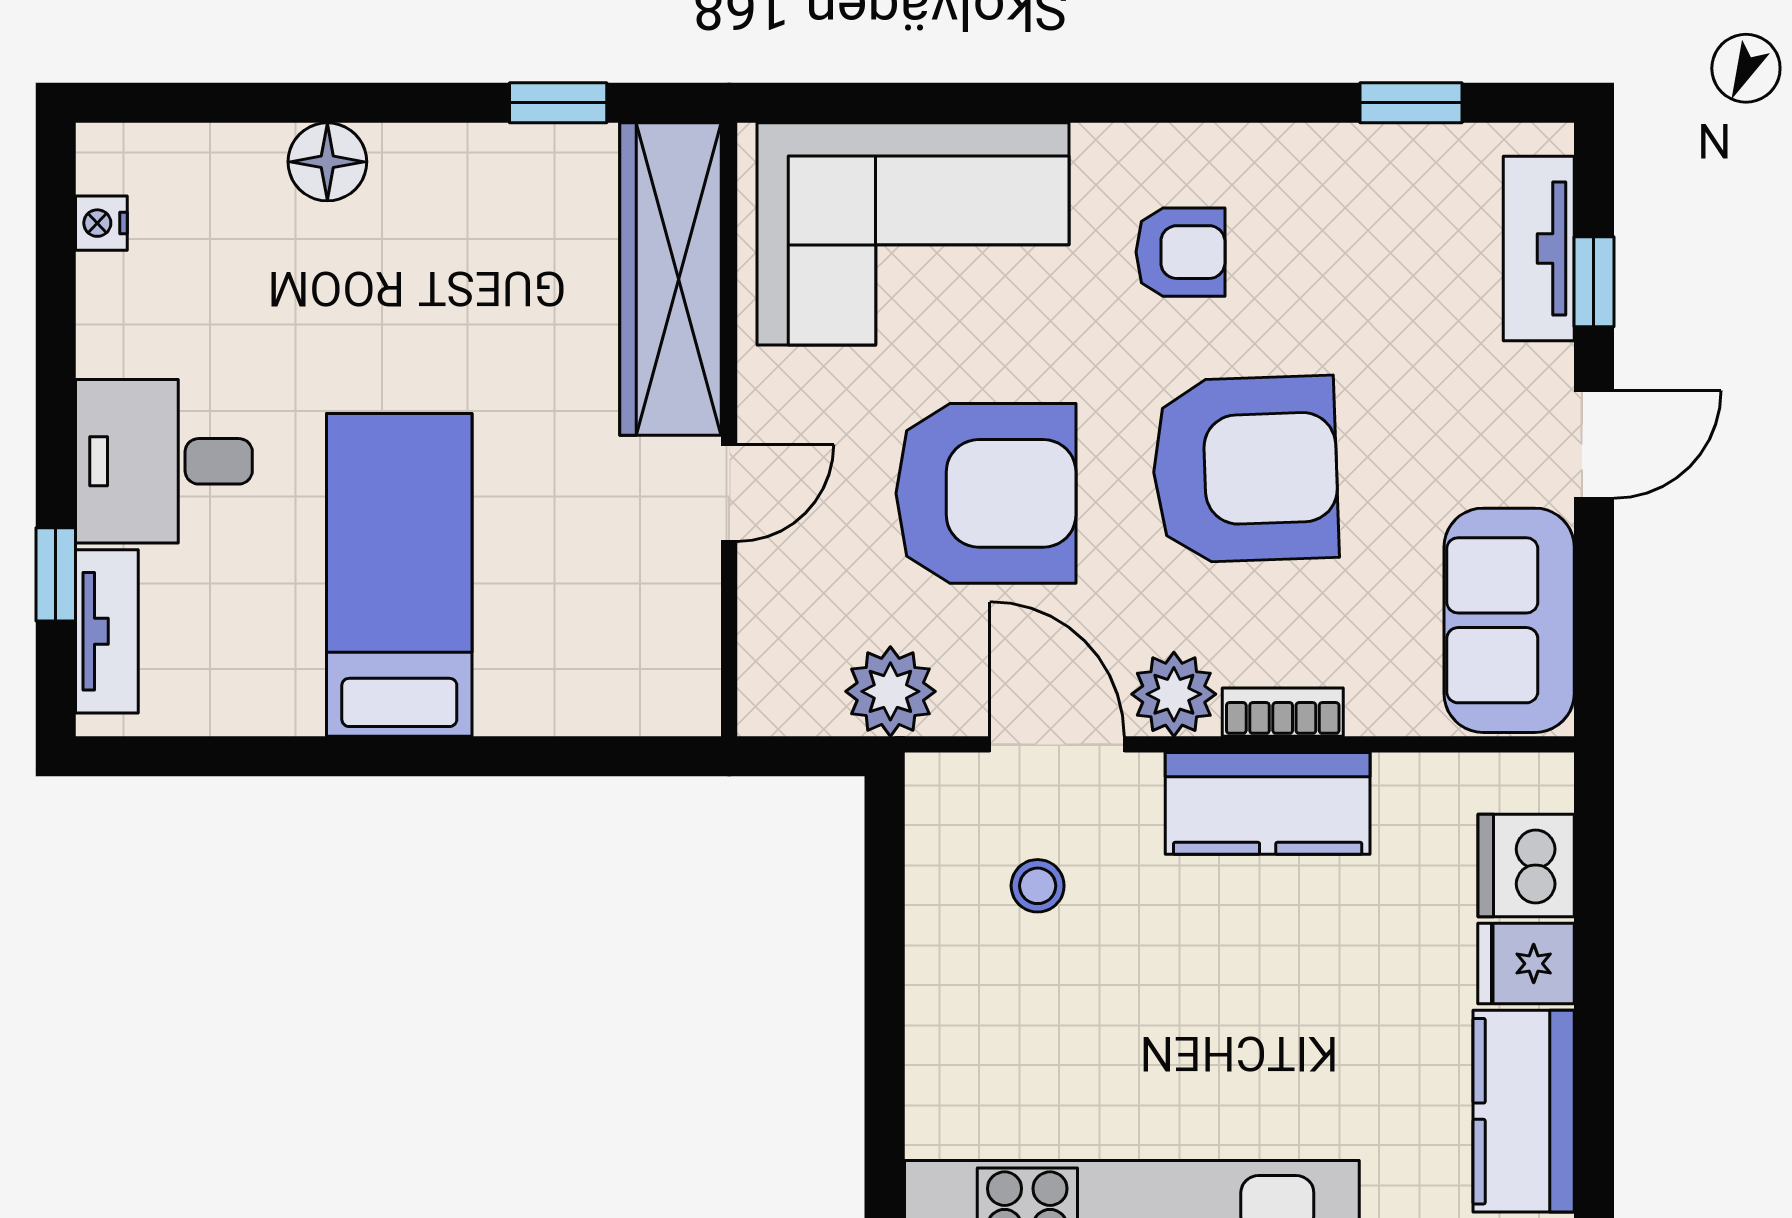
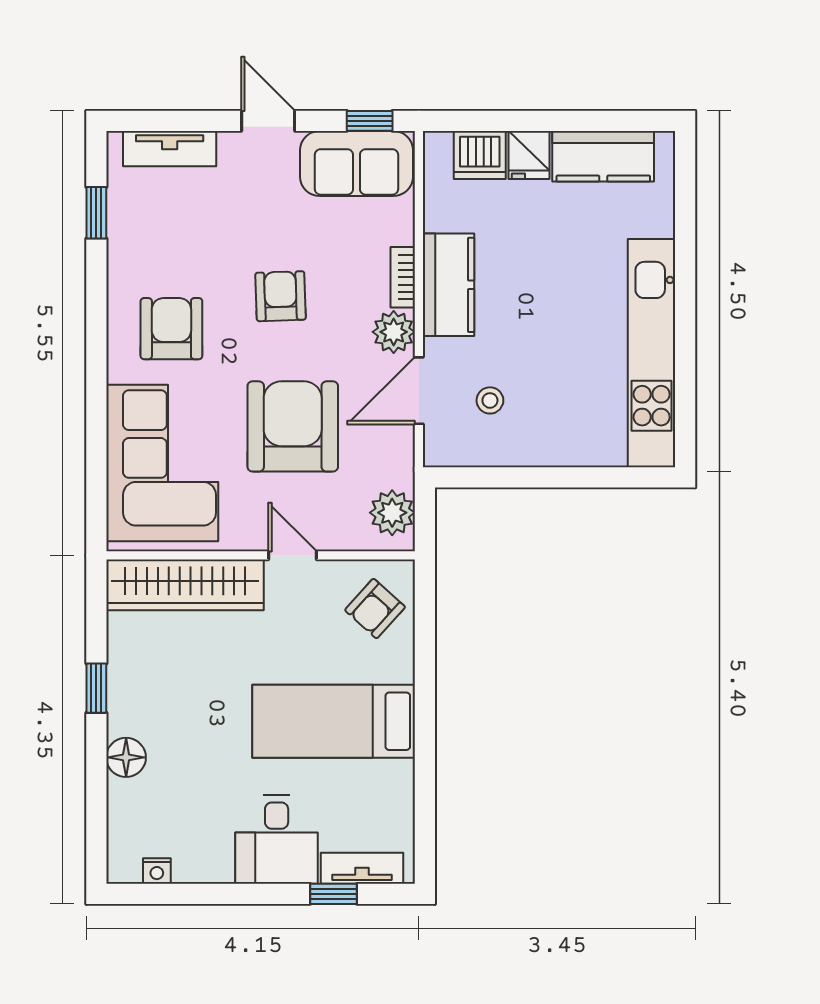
window: (558, 103) -> (96, 688), moved
armchair: (1180, 252) -> (171, 329), width x1.38, depth x1.38
window: (1594, 282) -> (370, 121), moved
armchair: (1245, 469) -> (281, 296), width x0.53, depth x0.53
armchair: (624, 657) -> (375, 609), added
plant: (890, 691) -> (392, 513), moved

